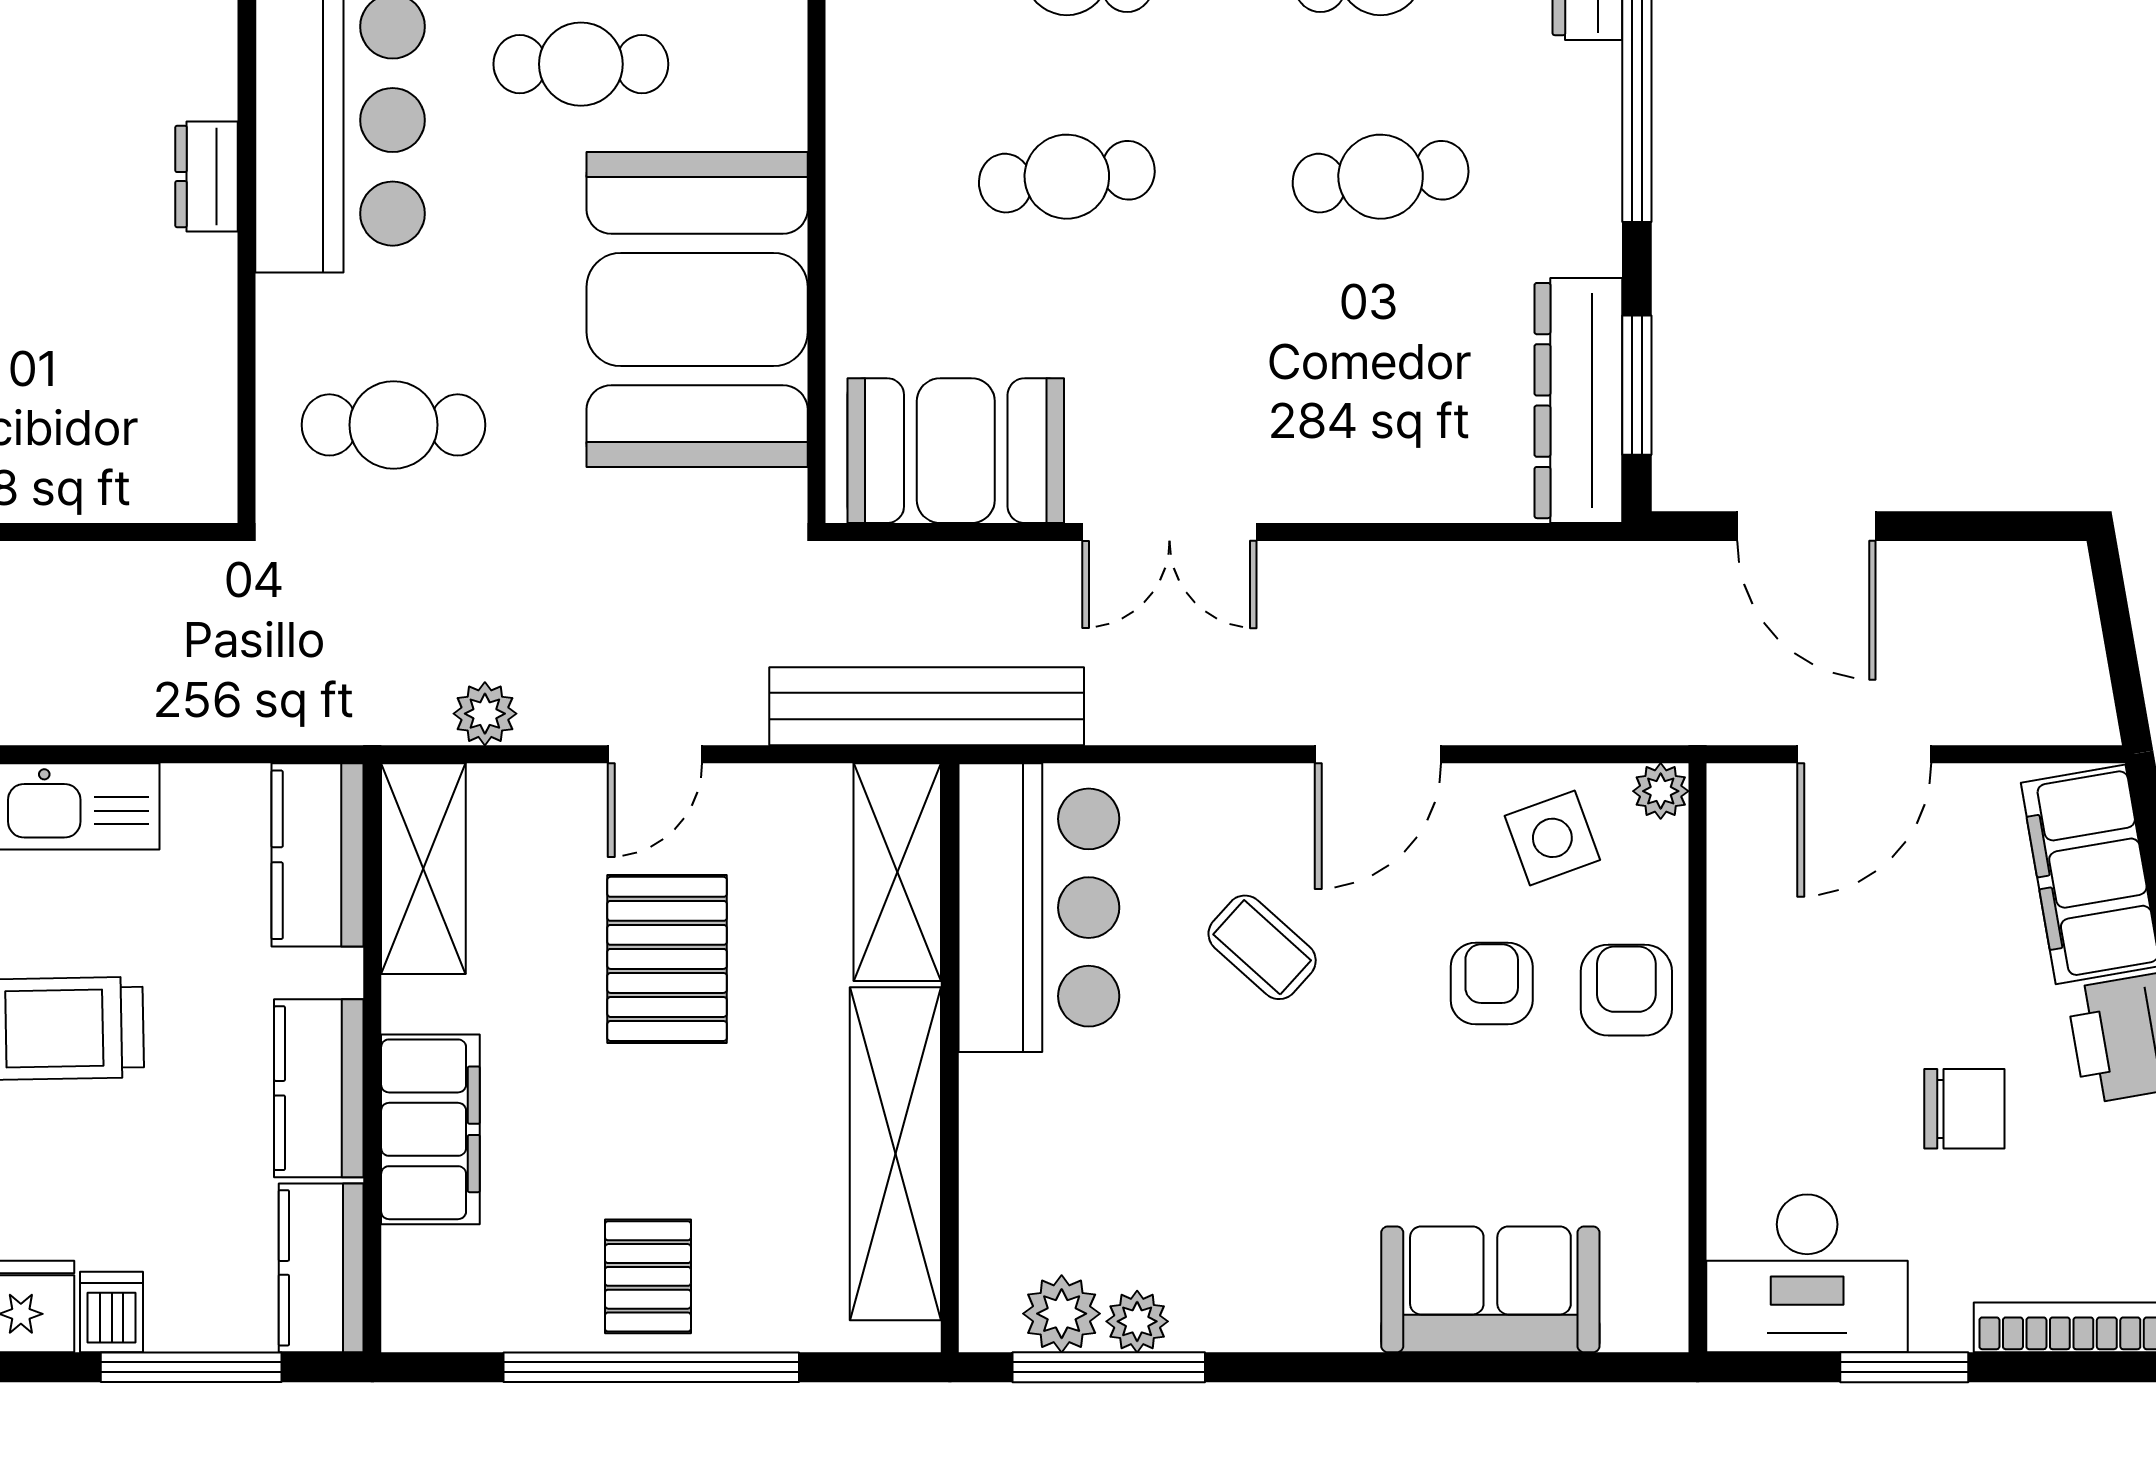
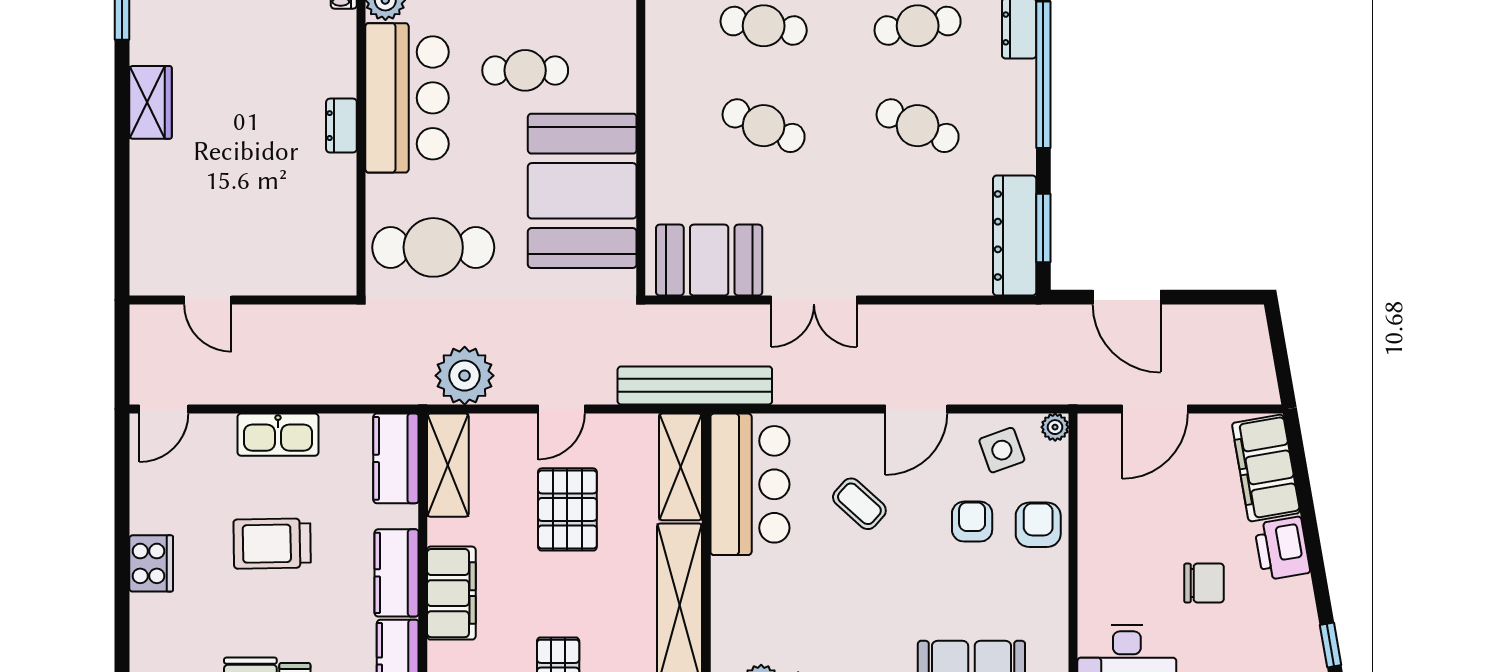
cafe table: (1067, 177) -> (764, 126), turned 30
cafe table: (1381, 177) -> (918, 126), turned 30
cafe table: (394, 425) -> (433, 247), width x1.37, depth x1.35
plant: (485, 714) -> (465, 376), width x1.87, depth x1.87

